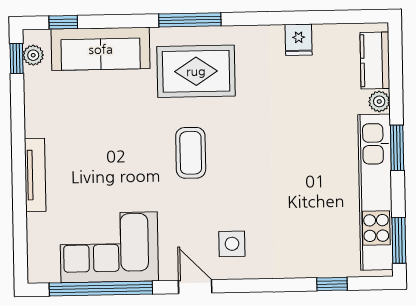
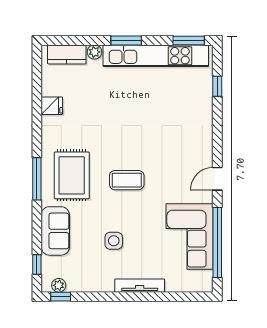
sofa: (101, 49) -> (55, 231), width x0.73
side table: (232, 244) -> (114, 241), moved

